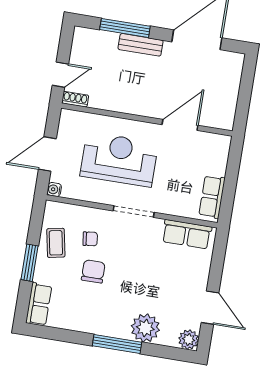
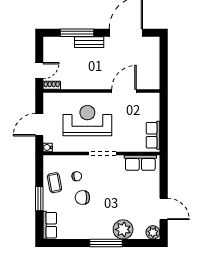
chair: (93, 271) -> (82, 198), turned -90

